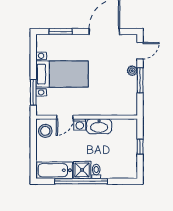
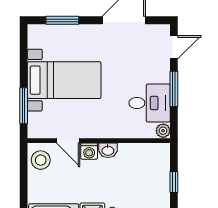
plant: (132, 71) -> (163, 131), moved
desk: (123, 90) -> (150, 103), added
door: (65, 117) -> (68, 141), hinge flipped
washbasin: (99, 126) -> (108, 150), width x0.52, depth x0.69

